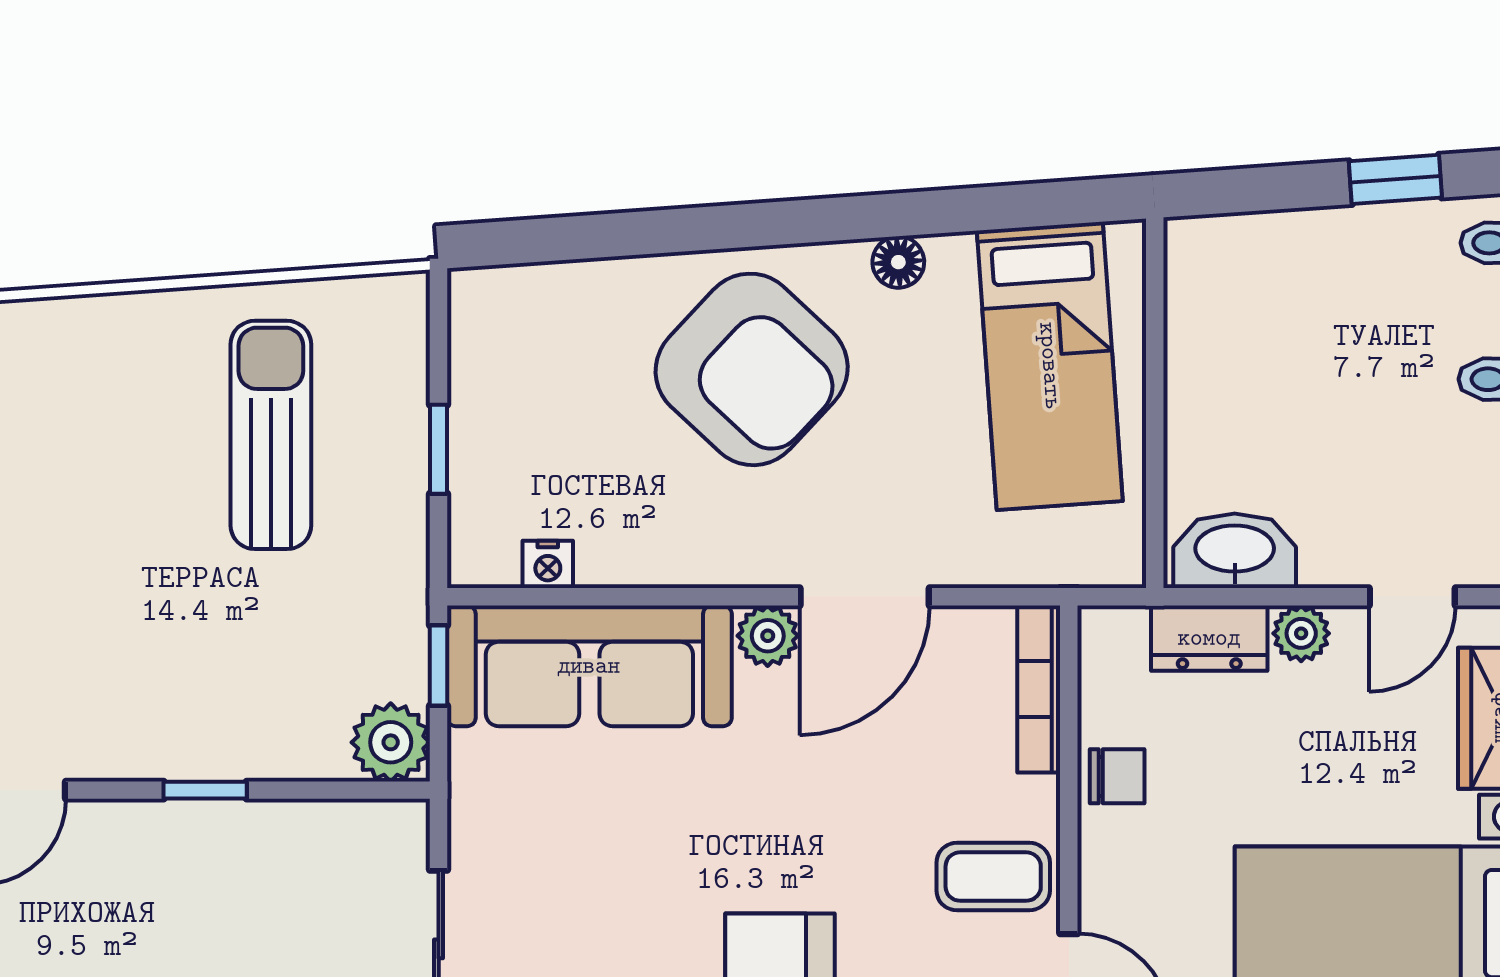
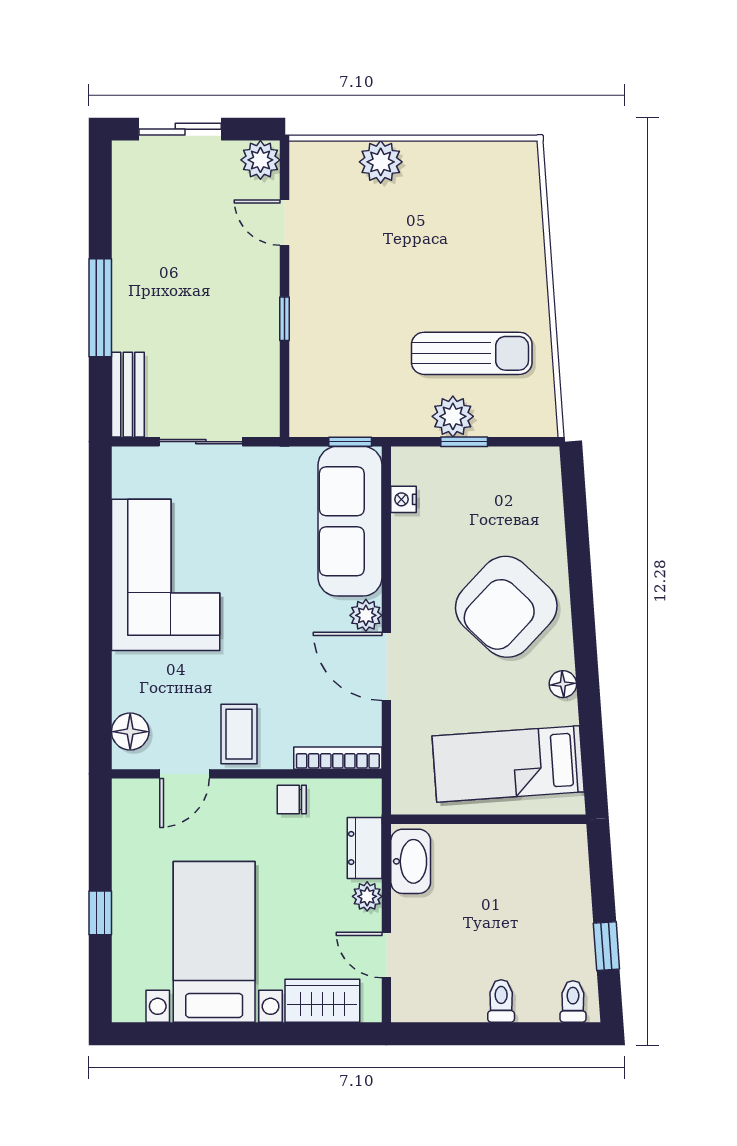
plant: (391, 742) -> (453, 416), moved
chair: (1117, 776) -> (292, 799), turned 90

